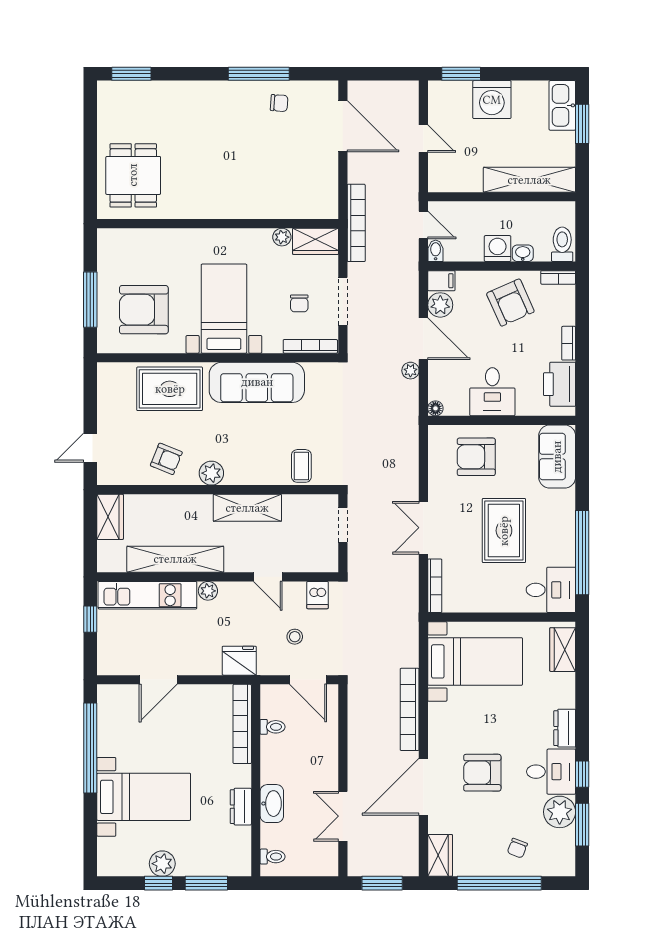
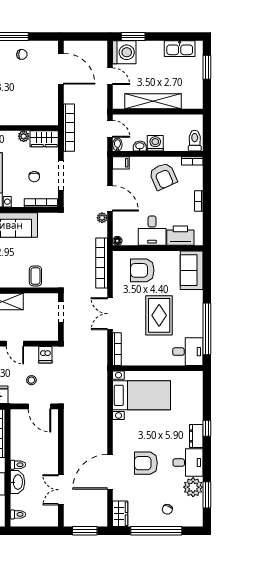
washing machine: (492, 100) -> (124, 52), moved, turned -90
kitchen sink: (562, 105) -> (180, 49), moved, turned -90
shelving: (529, 180) -> (153, 101), moved
washbasin: (523, 253) -> (140, 146), moved
plant: (440, 305) -> (120, 178), removed
printer: (560, 384) -> (180, 236), moved, turned 90
wardrobe: (563, 650) -> (195, 388), removed
bookcase: (410, 709) -> (102, 263), moved
toilet: (273, 727) -> (18, 465), moved
window: (582, 774) -> (207, 428), moved

